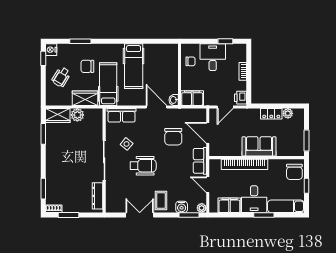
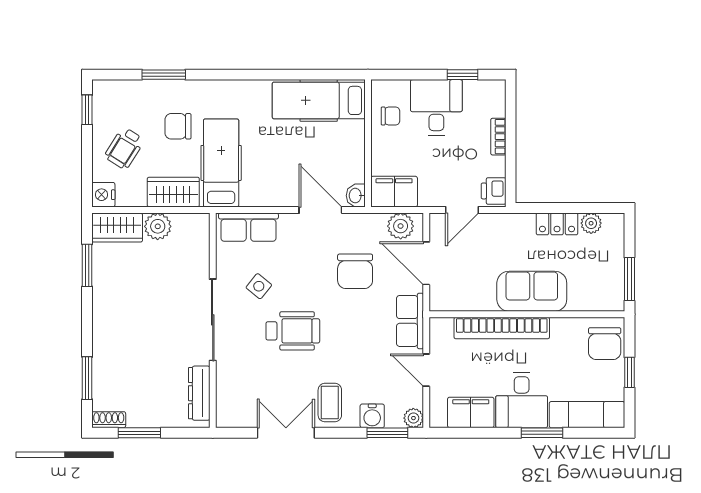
nightstand: (51, 50) -> (103, 195), moved
hospital bed: (134, 66) -> (319, 100), moved, turned 90
plant: (195, 115) -> (401, 226), added

